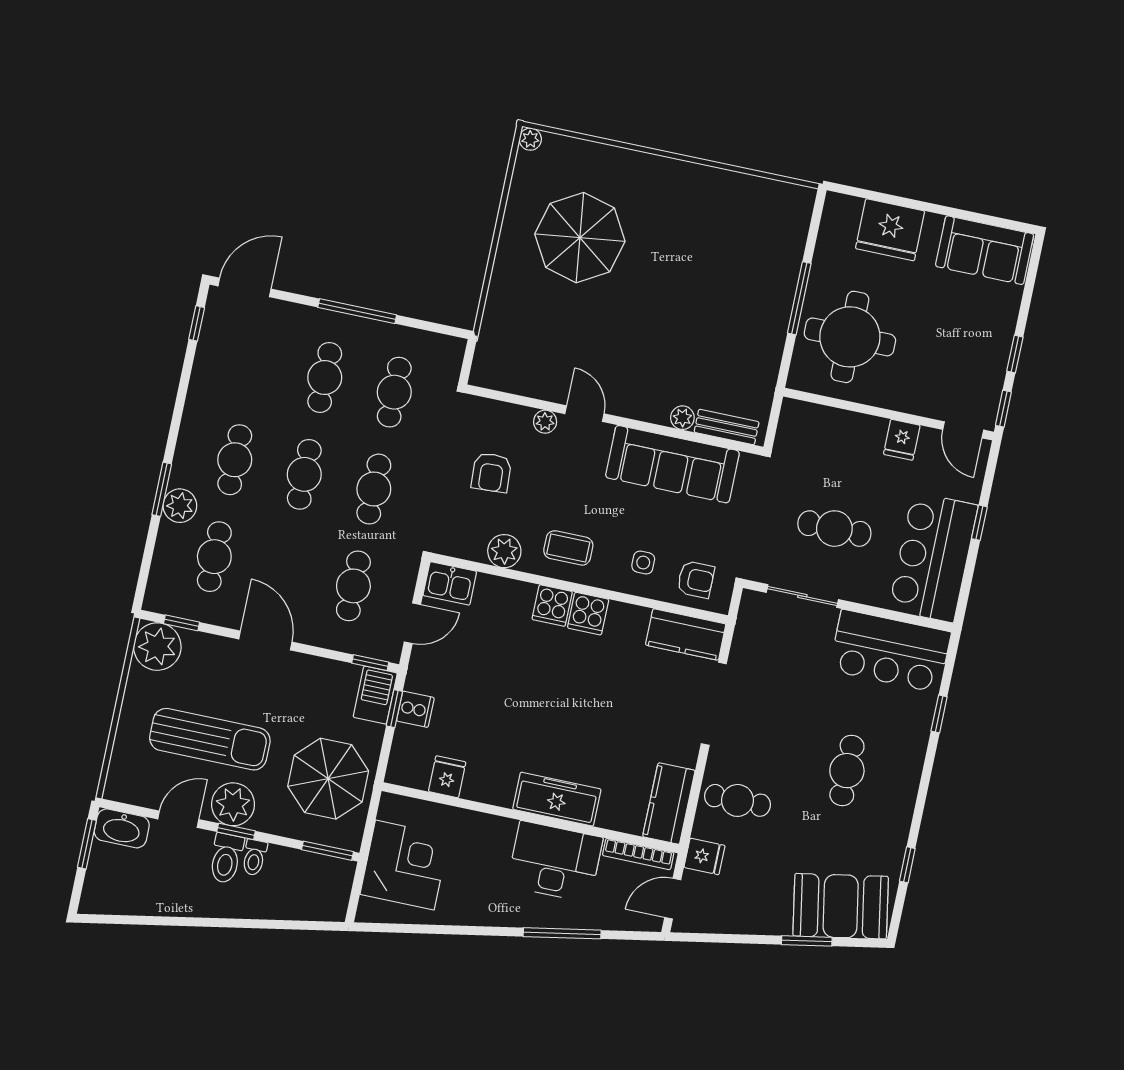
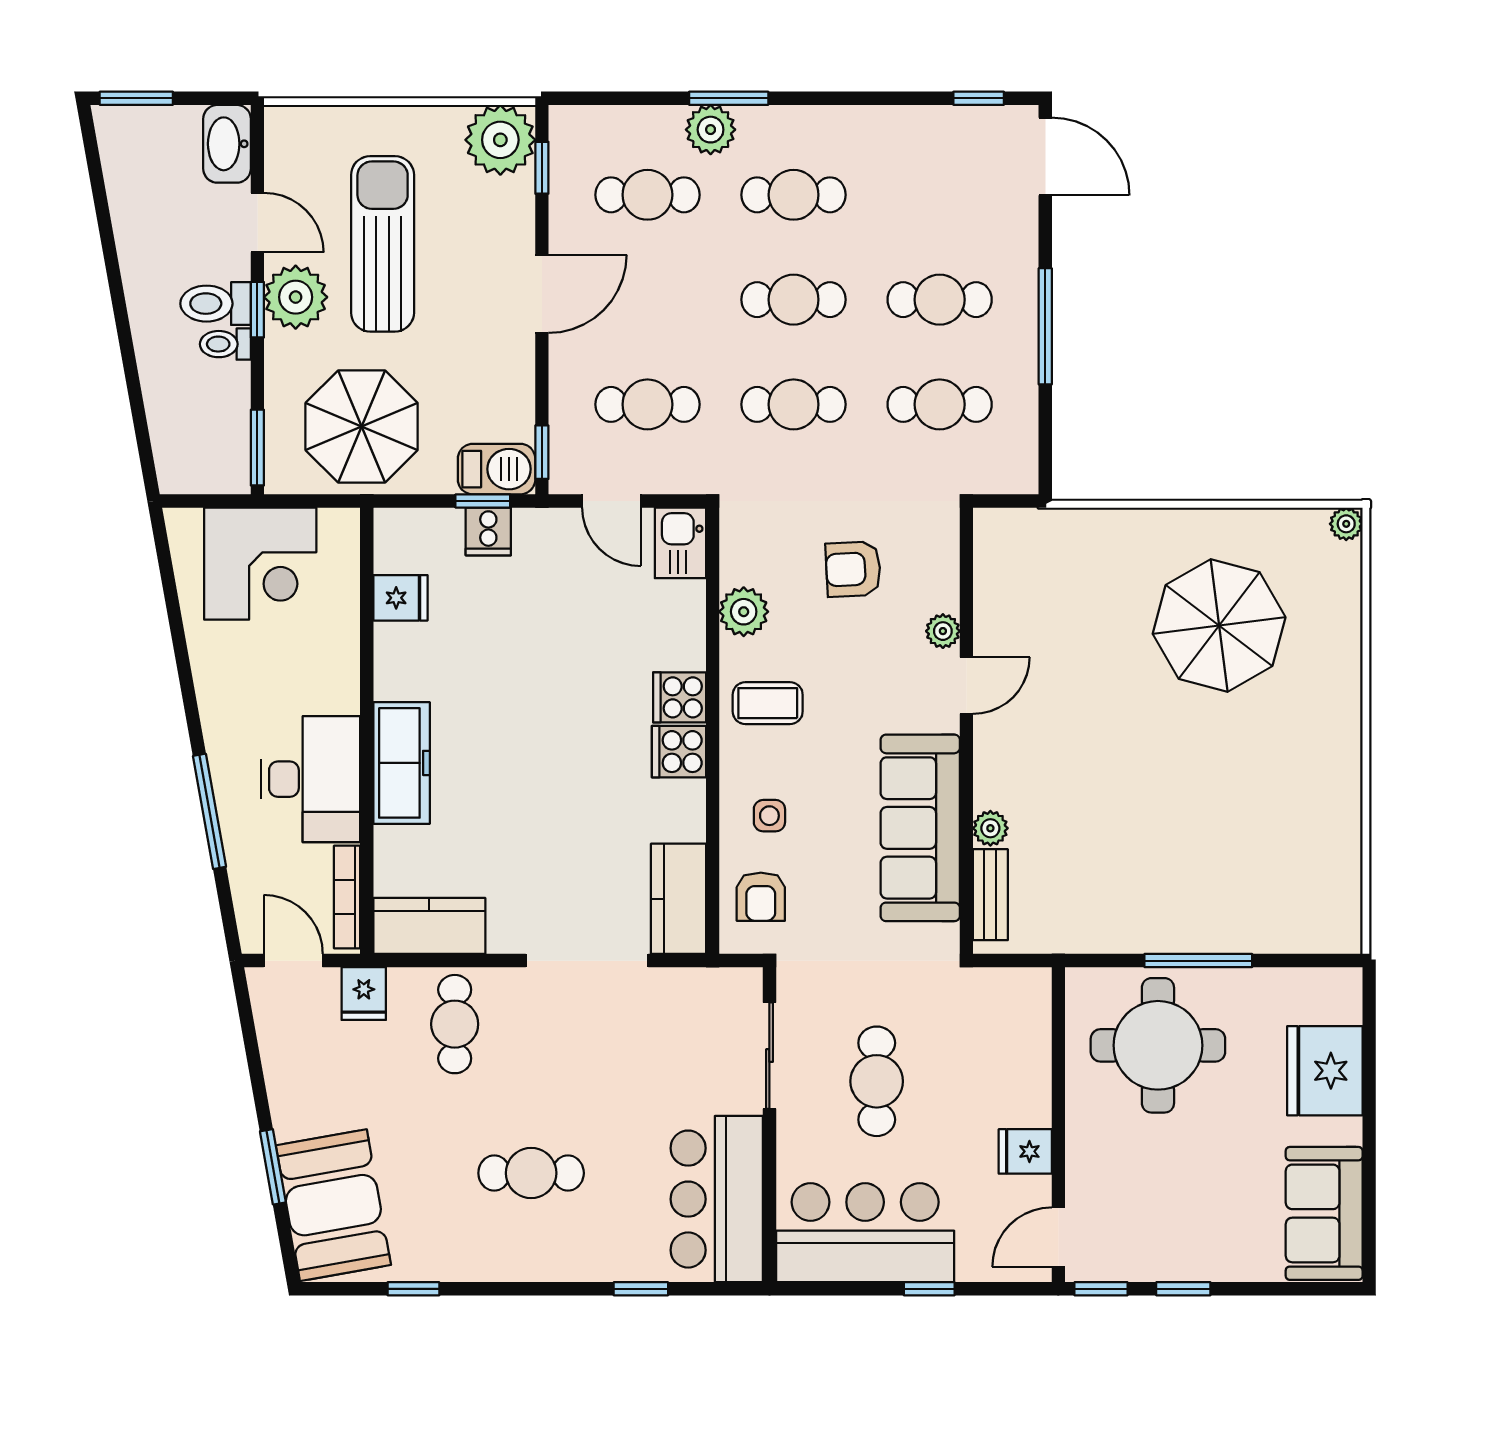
coffee table: (568, 548) -> (768, 703), turned 90
sun lounger: (210, 739) -> (383, 244), turned 180
window: (87, 844) -> (136, 98), moved

